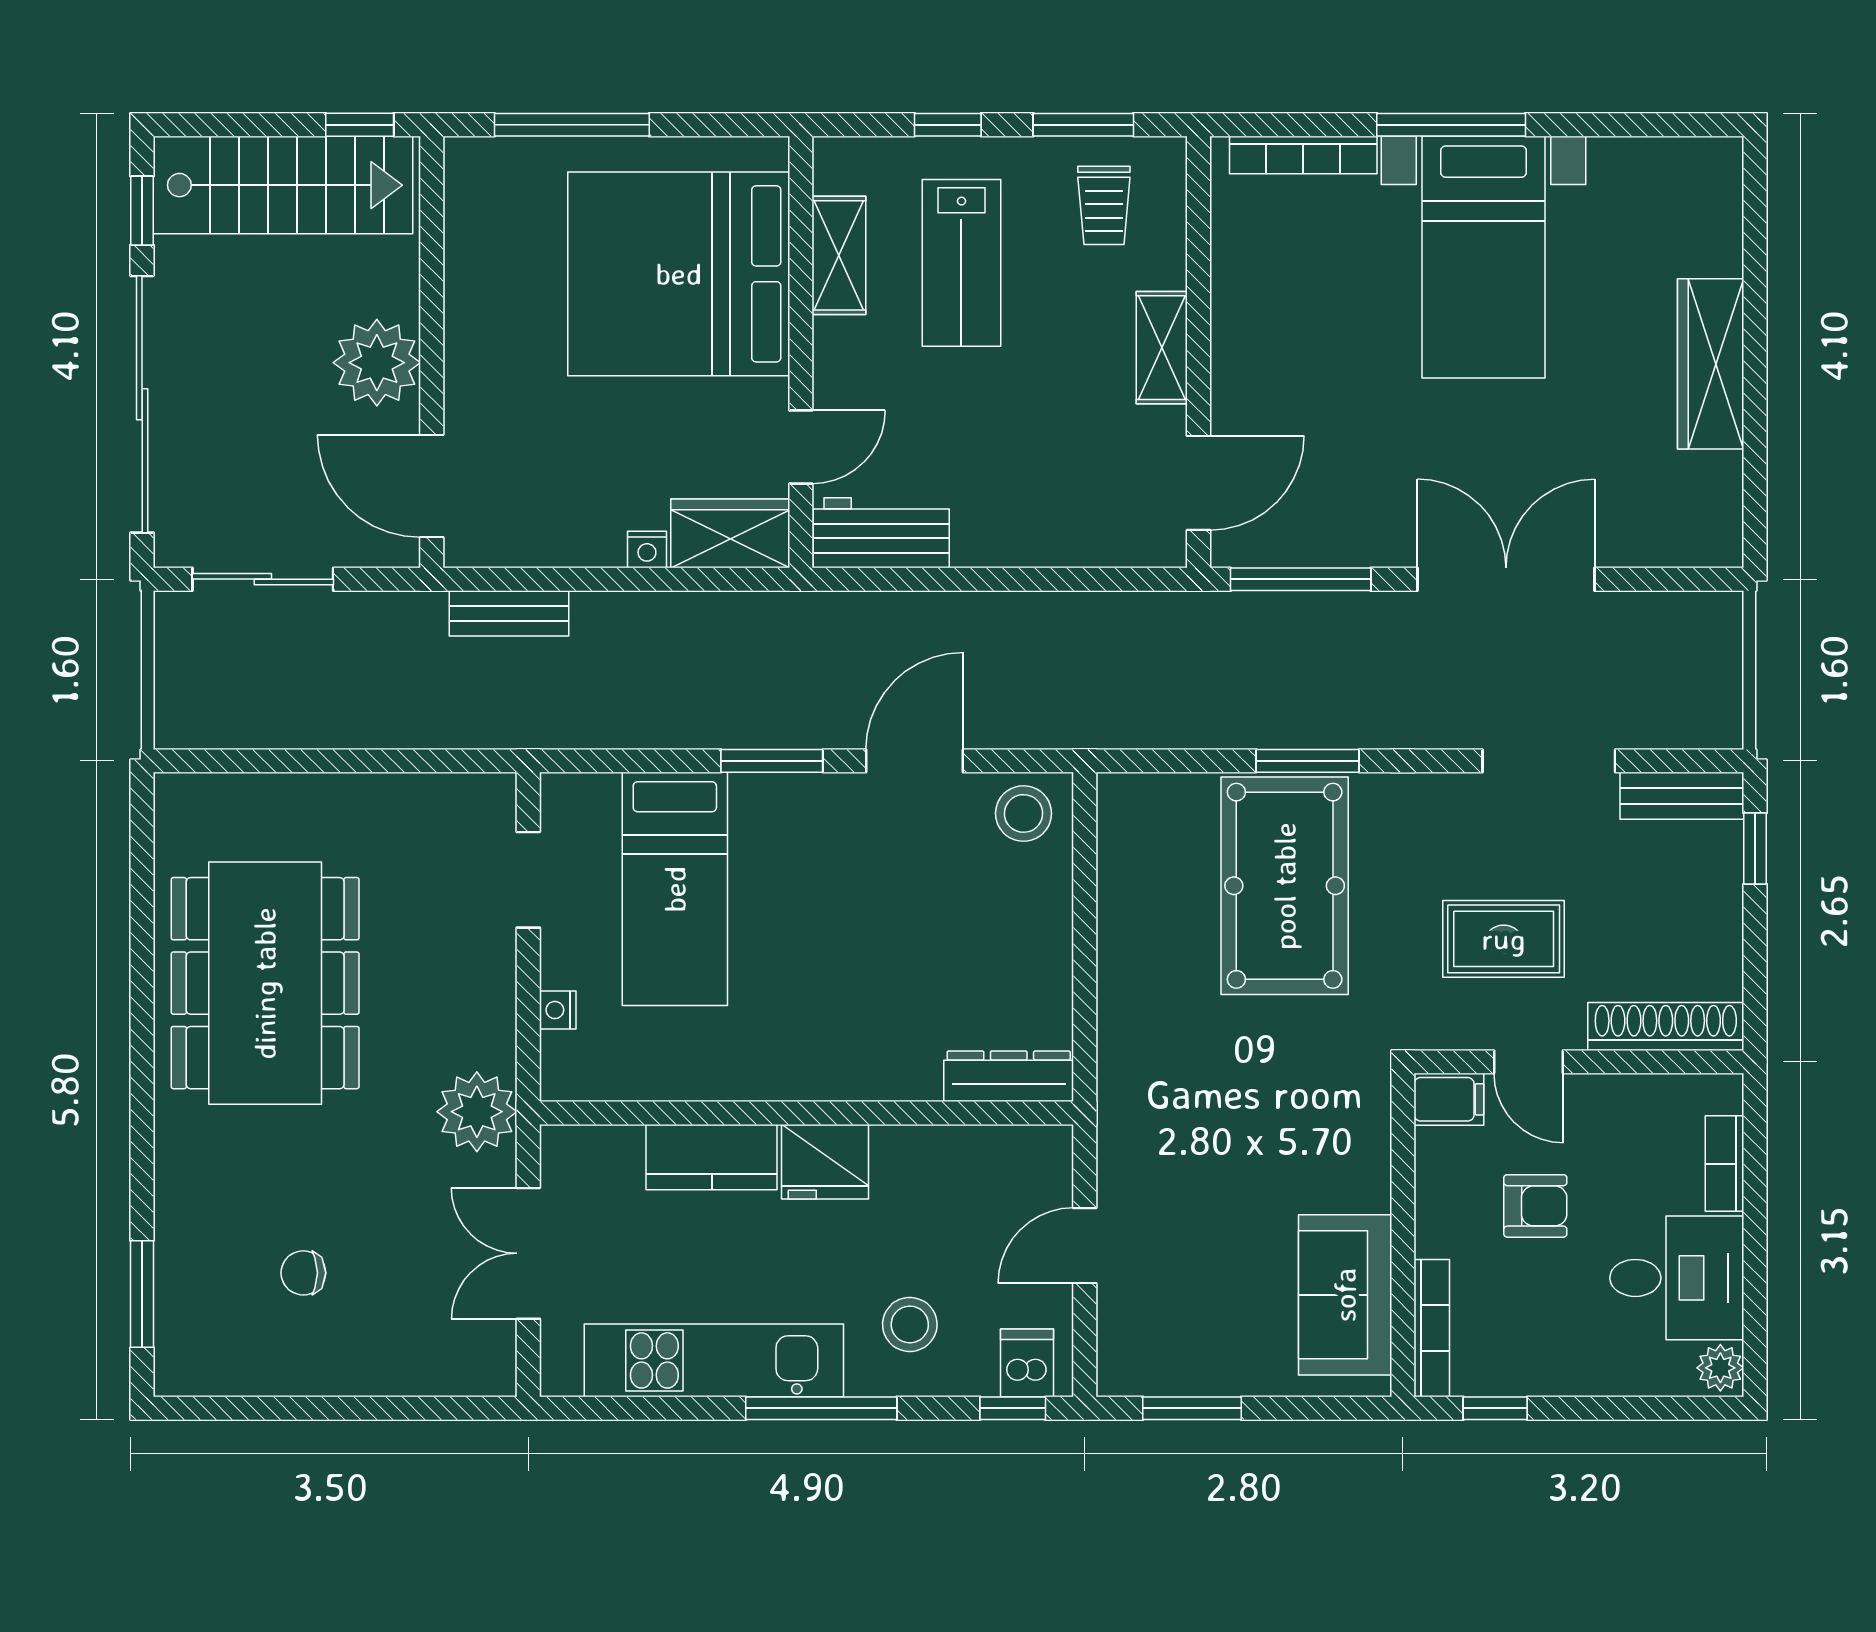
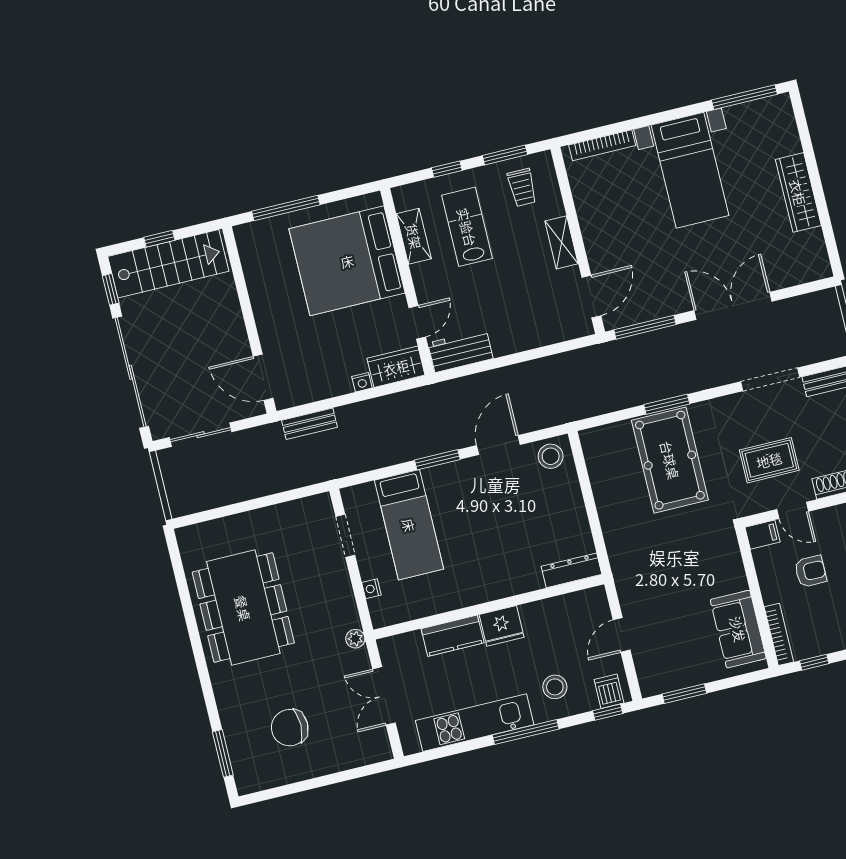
window: (360, 125) -> (159, 239), moved
window: (1451, 125) -> (744, 97), moved
lab bench: (961, 263) -> (467, 227), turned 180
plant: (377, 363) -> (227, 330), removed
plant: (477, 1112) -> (355, 639), width x0.53, depth x0.53
chair: (303, 1273) -> (290, 728), width x1.87, depth x1.87

